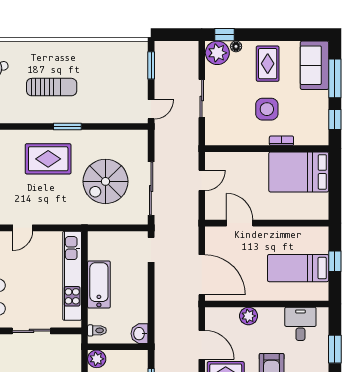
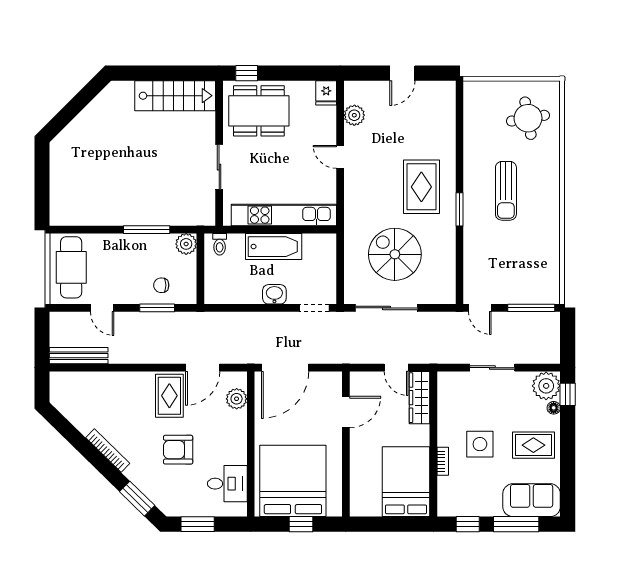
window: (151, 65) -> (531, 308), width x1.44
wardrobe: (227, 160) -> (420, 398), added
bed: (298, 268) -> (293, 481), width x2.04
plant: (248, 316) -> (237, 399), moved
washbasin: (140, 334) -> (274, 294), moved

